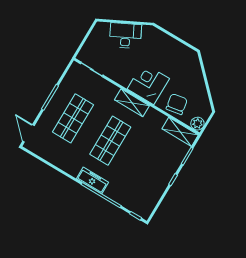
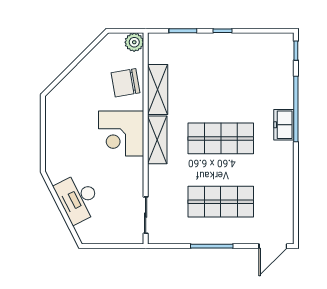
shelving: (180, 132) -> (158, 90), moved
freezer: (93, 180) -> (284, 125), width x0.71

